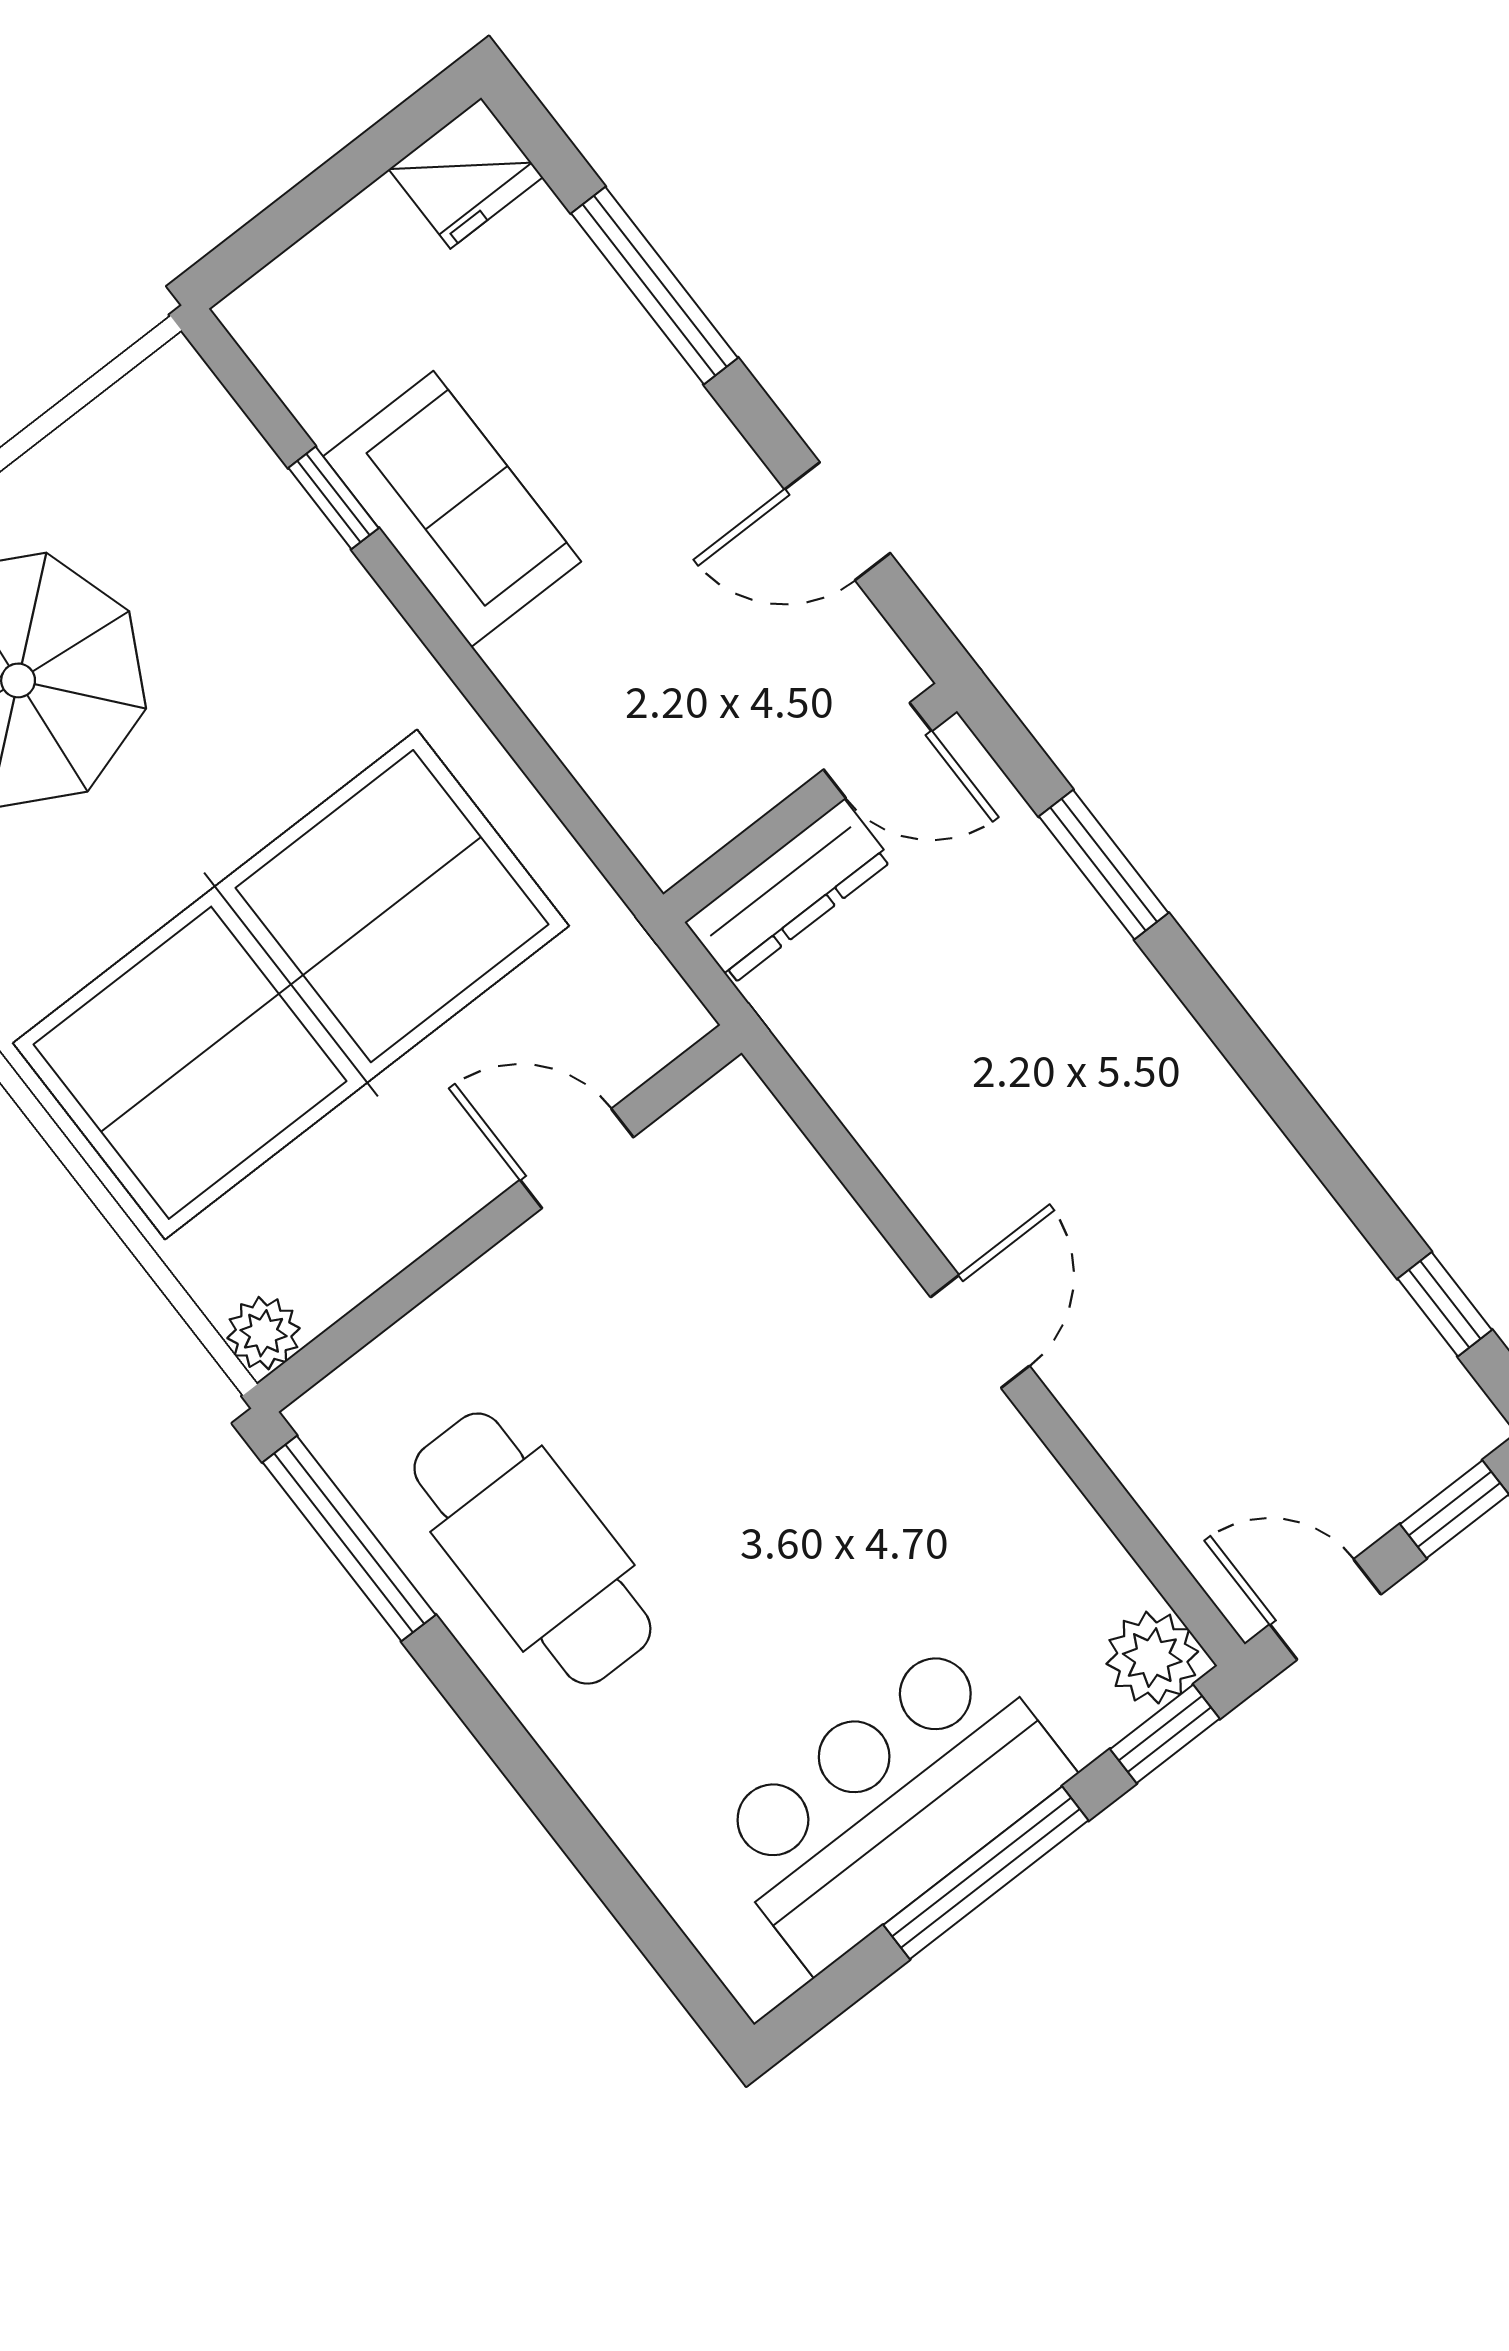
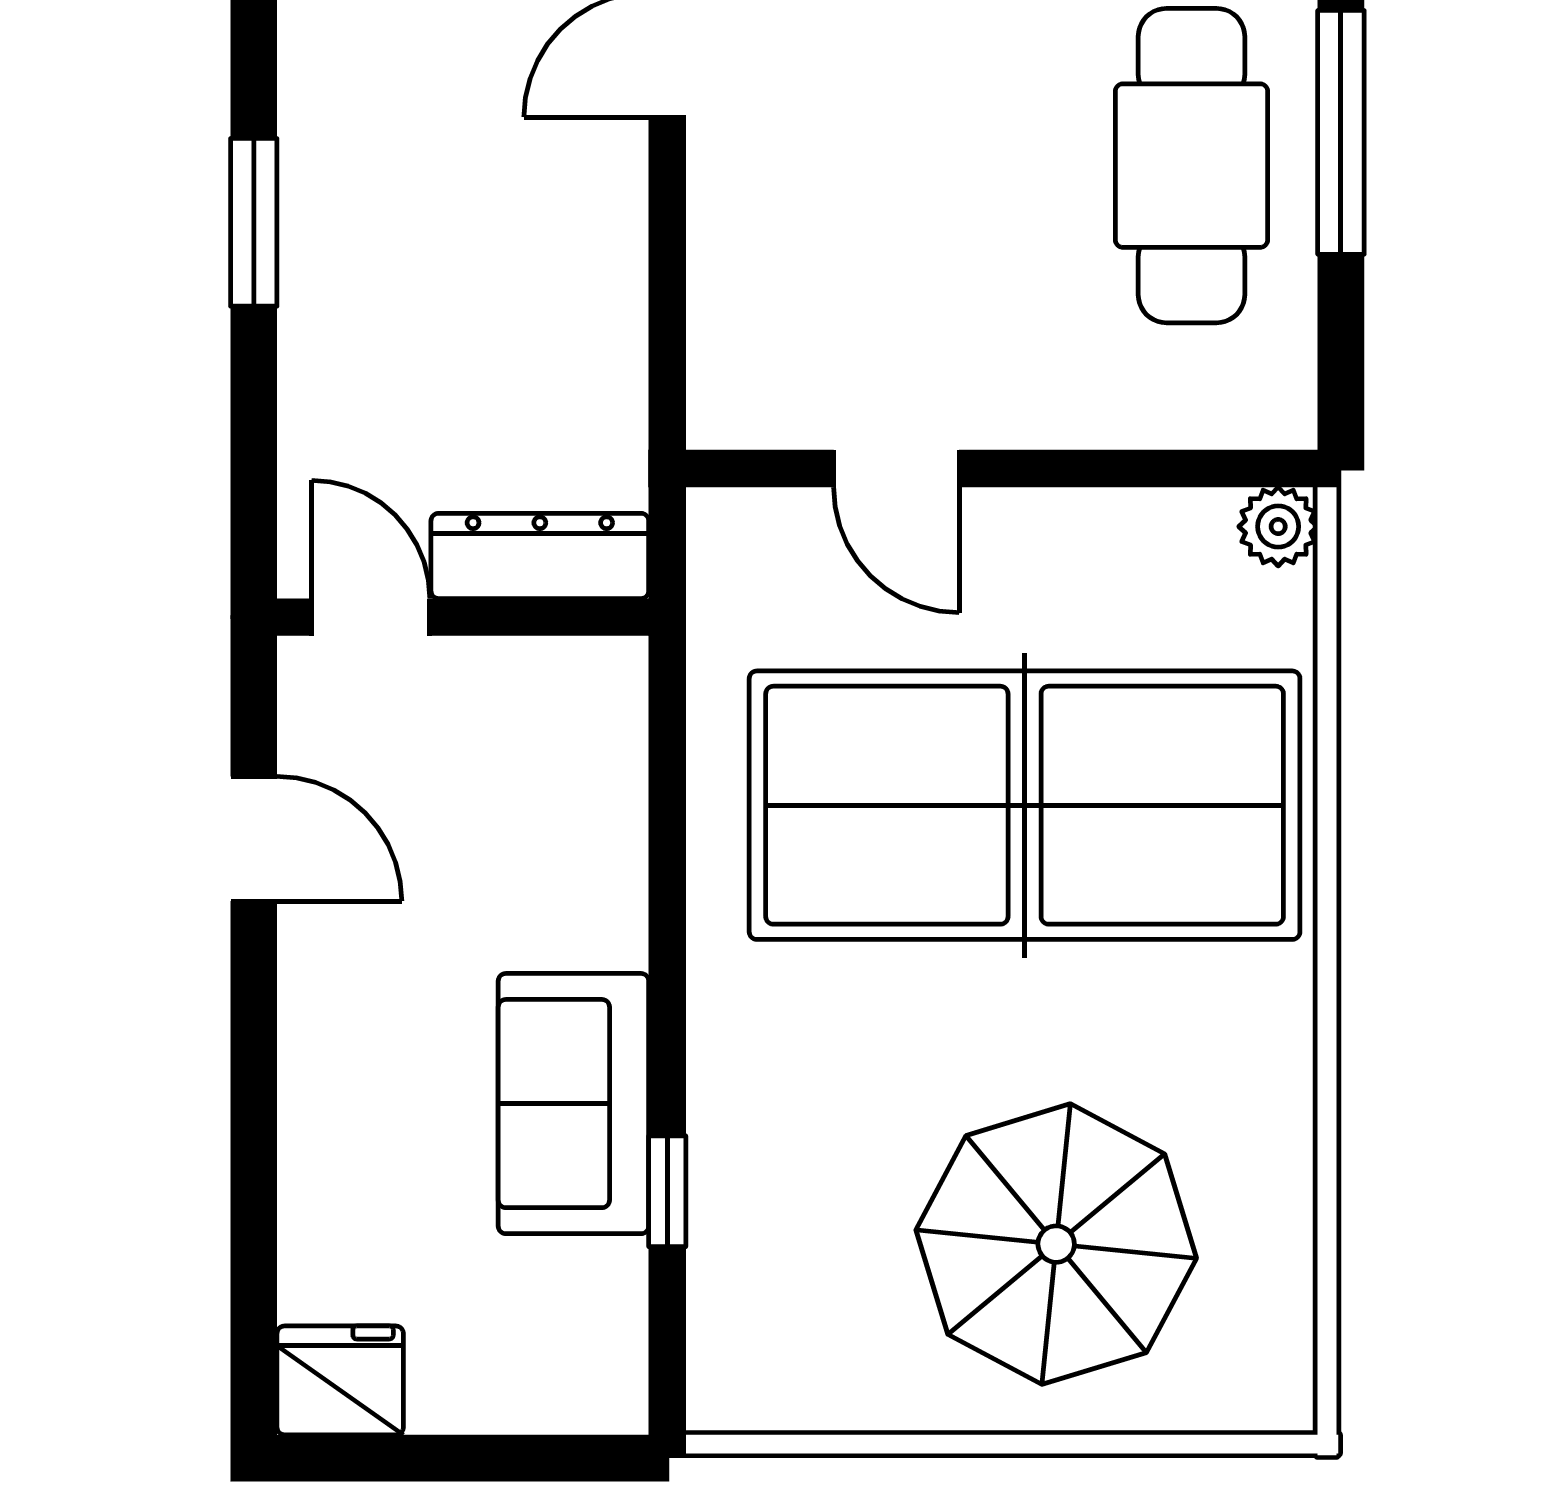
window: (655, 286) -> (254, 1160), removed
window: (1104, 865) -> (254, 222), moved
window: (349, 1539) -> (1341, 132), moved

